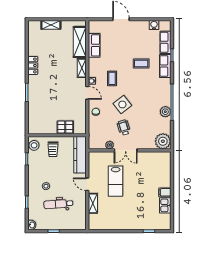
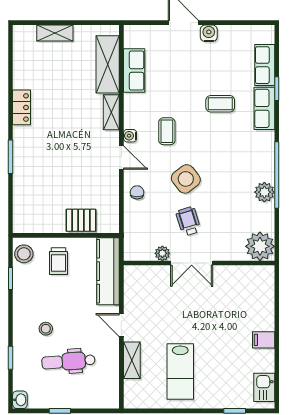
water cooler: (154, 25) -> (209, 33), moved
lab bench: (116, 181) -> (180, 372), moved
kitchen sink: (165, 205) -> (264, 387), moved

